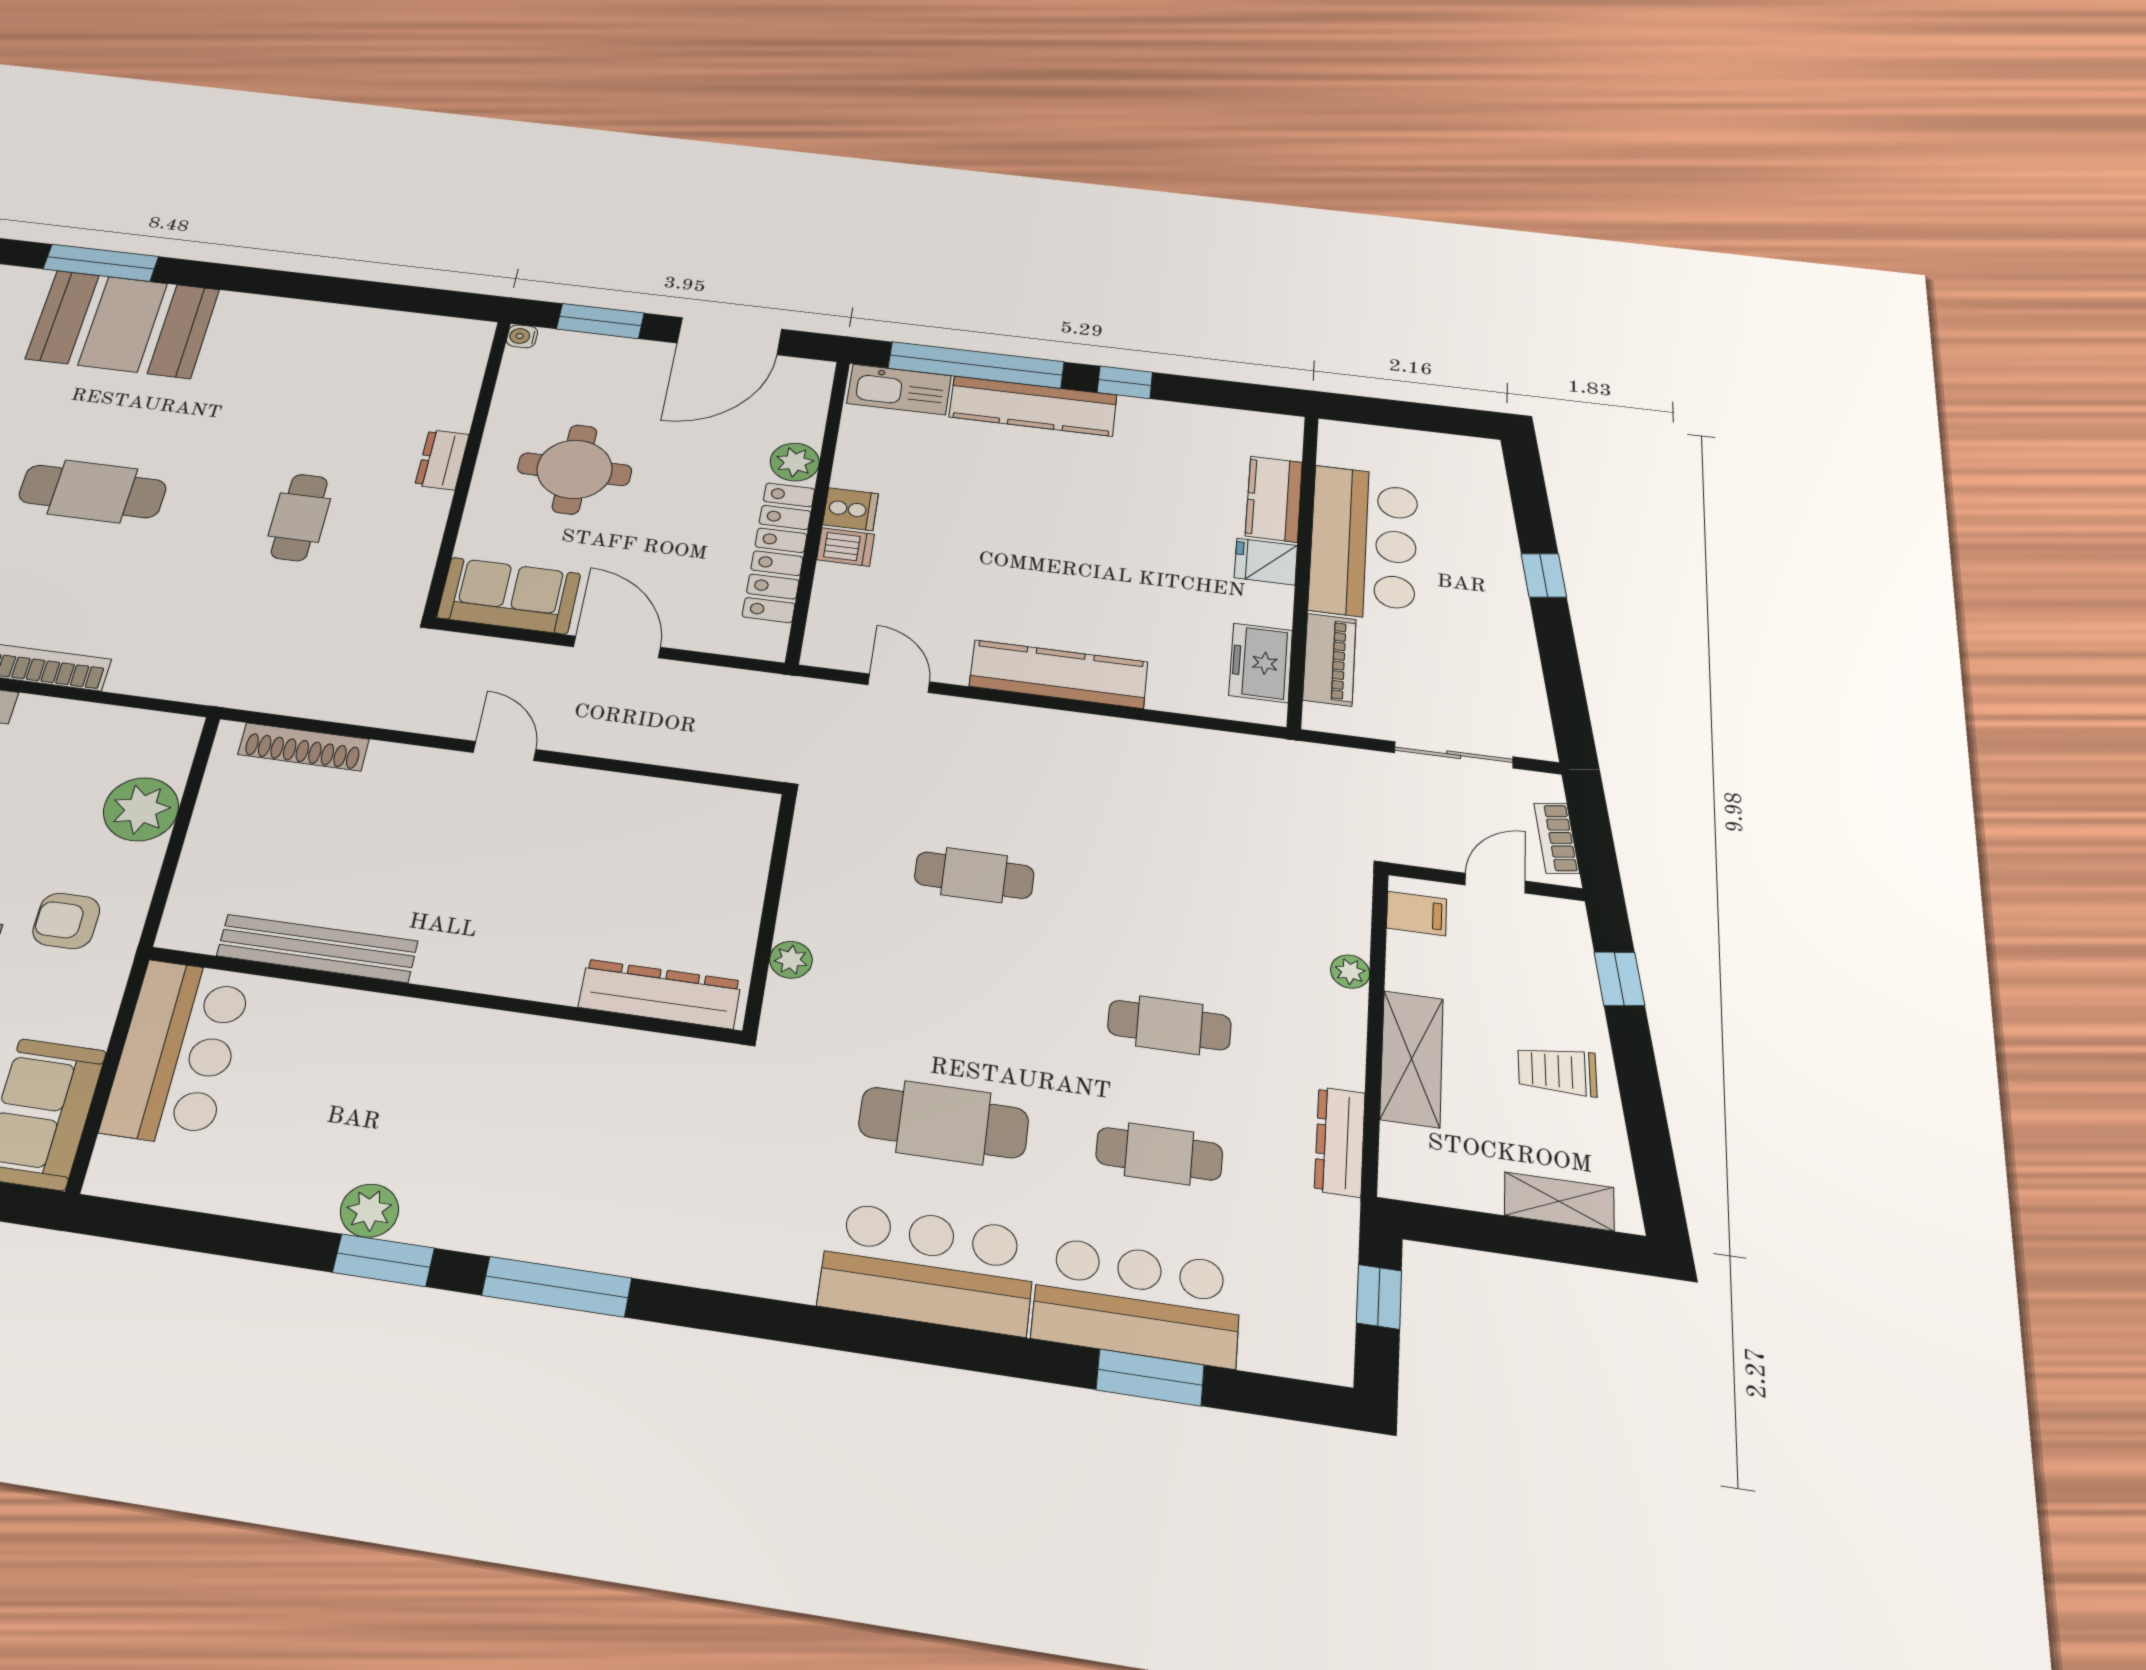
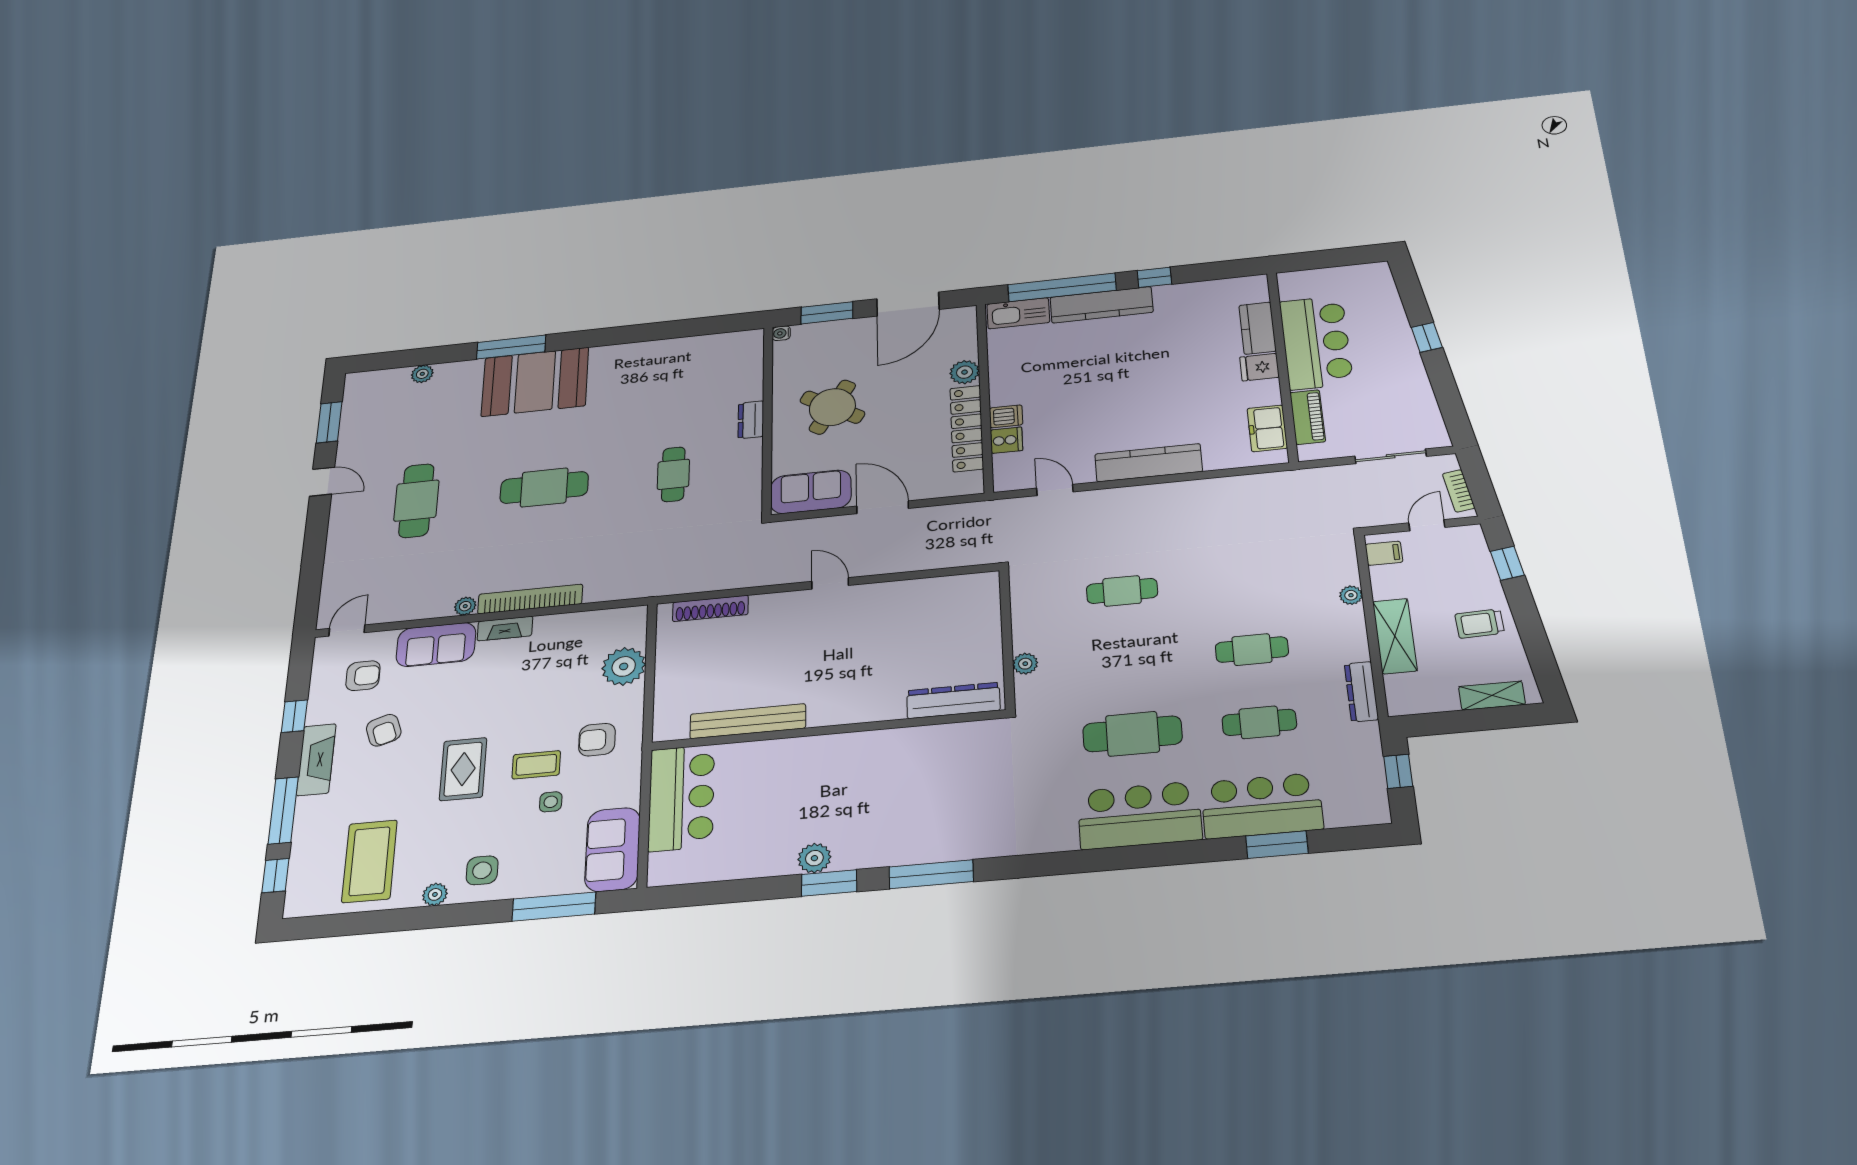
round table: (574, 469) -> (832, 407), turned 31
cooker: (851, 509) -> (1007, 440), moved

